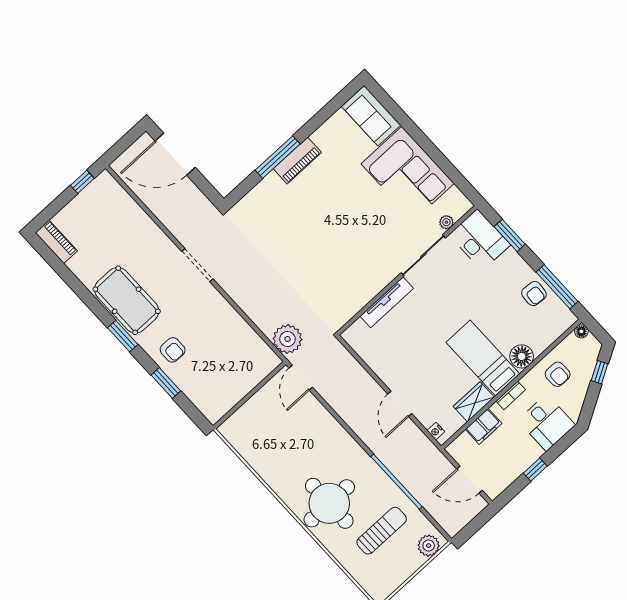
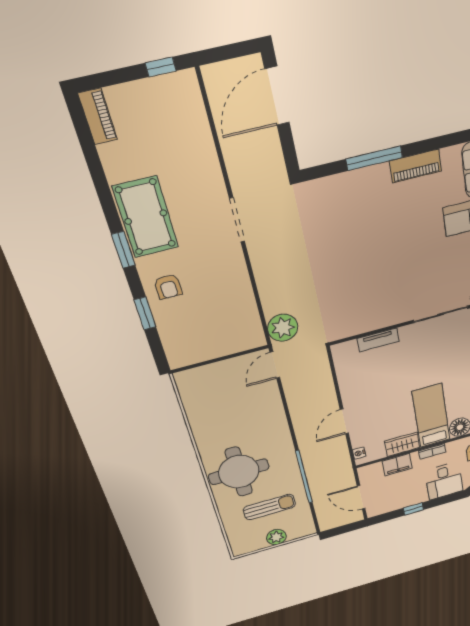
door: (175, 154) -> (277, 96), hinge flipped
piano: (297, 161) -> (416, 166), moved
tv unit: (387, 302) -> (378, 340), width x0.71
plant: (429, 546) -> (276, 537), moved

